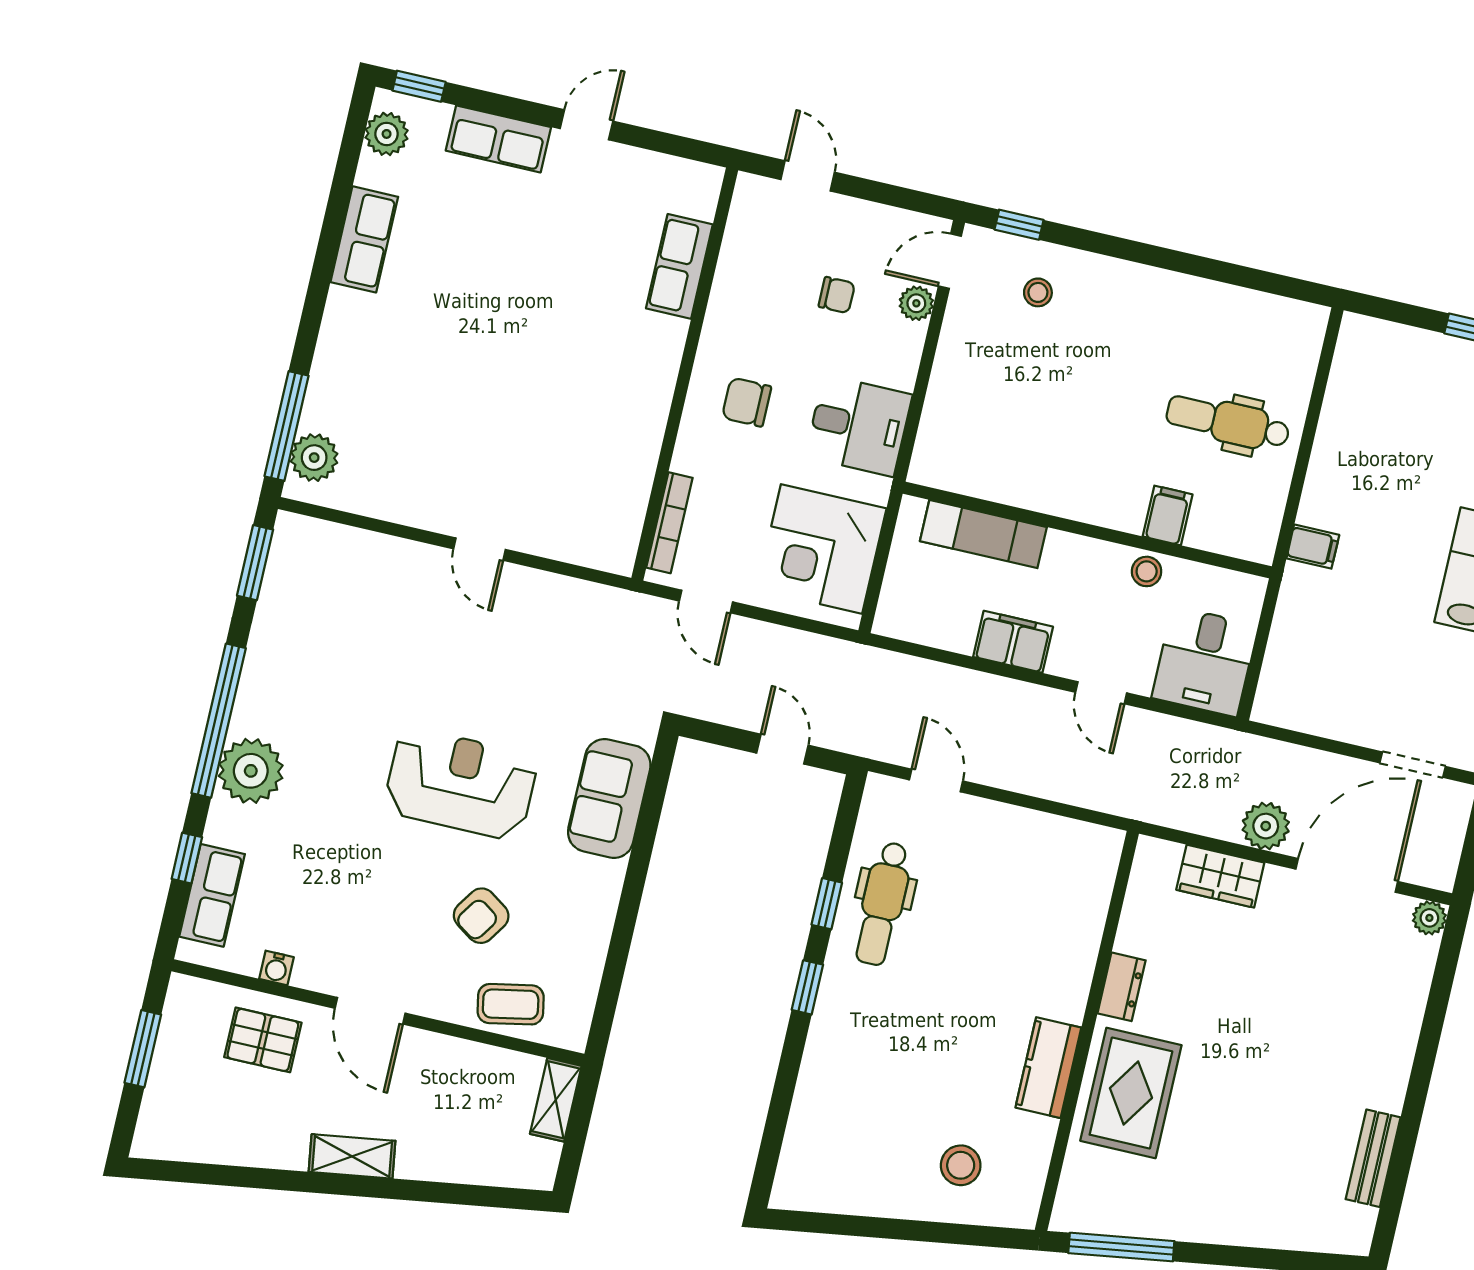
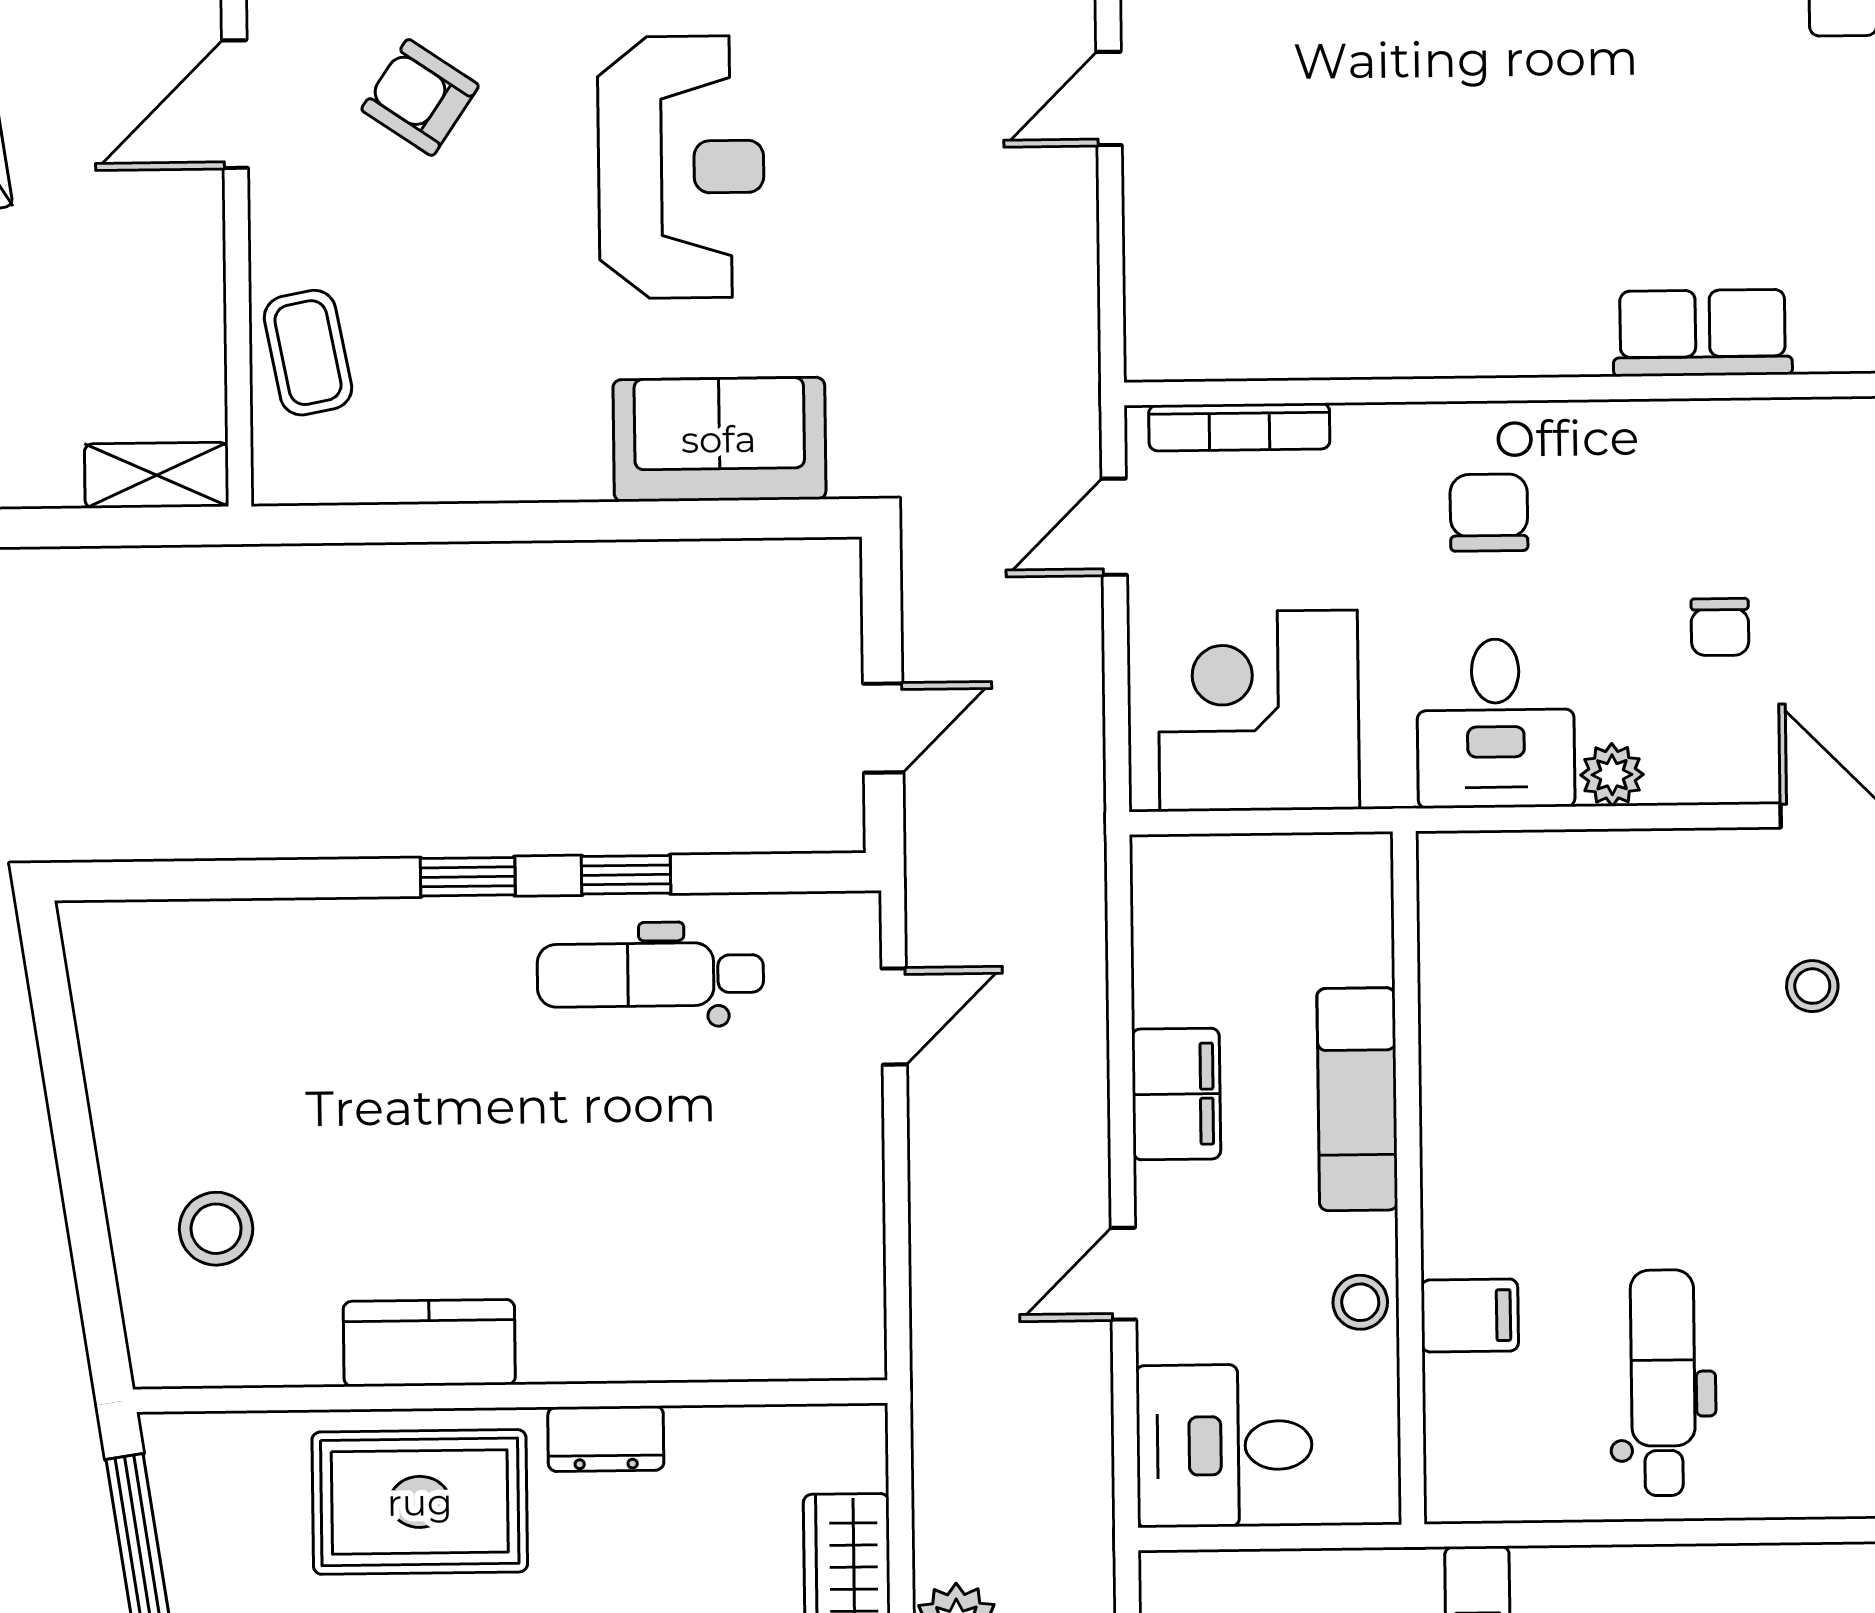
plant: (916, 303) -> (1612, 775), moved
exam couch: (983, 534) -> (1357, 1099), moved
armchair: (481, 916) -> (420, 97), moved

